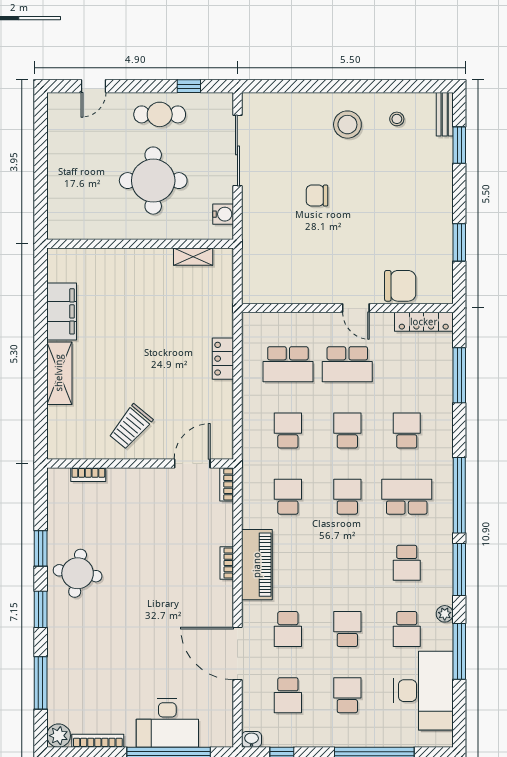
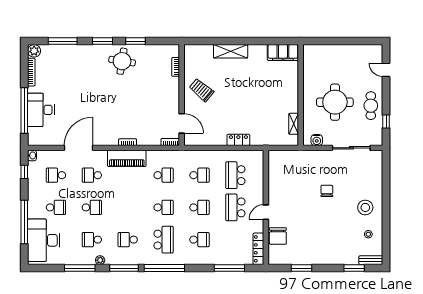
filing cabinet: (62, 311) -> (283, 53), moved
desk: (423, 691) -> (44, 240), moved, turned 90

